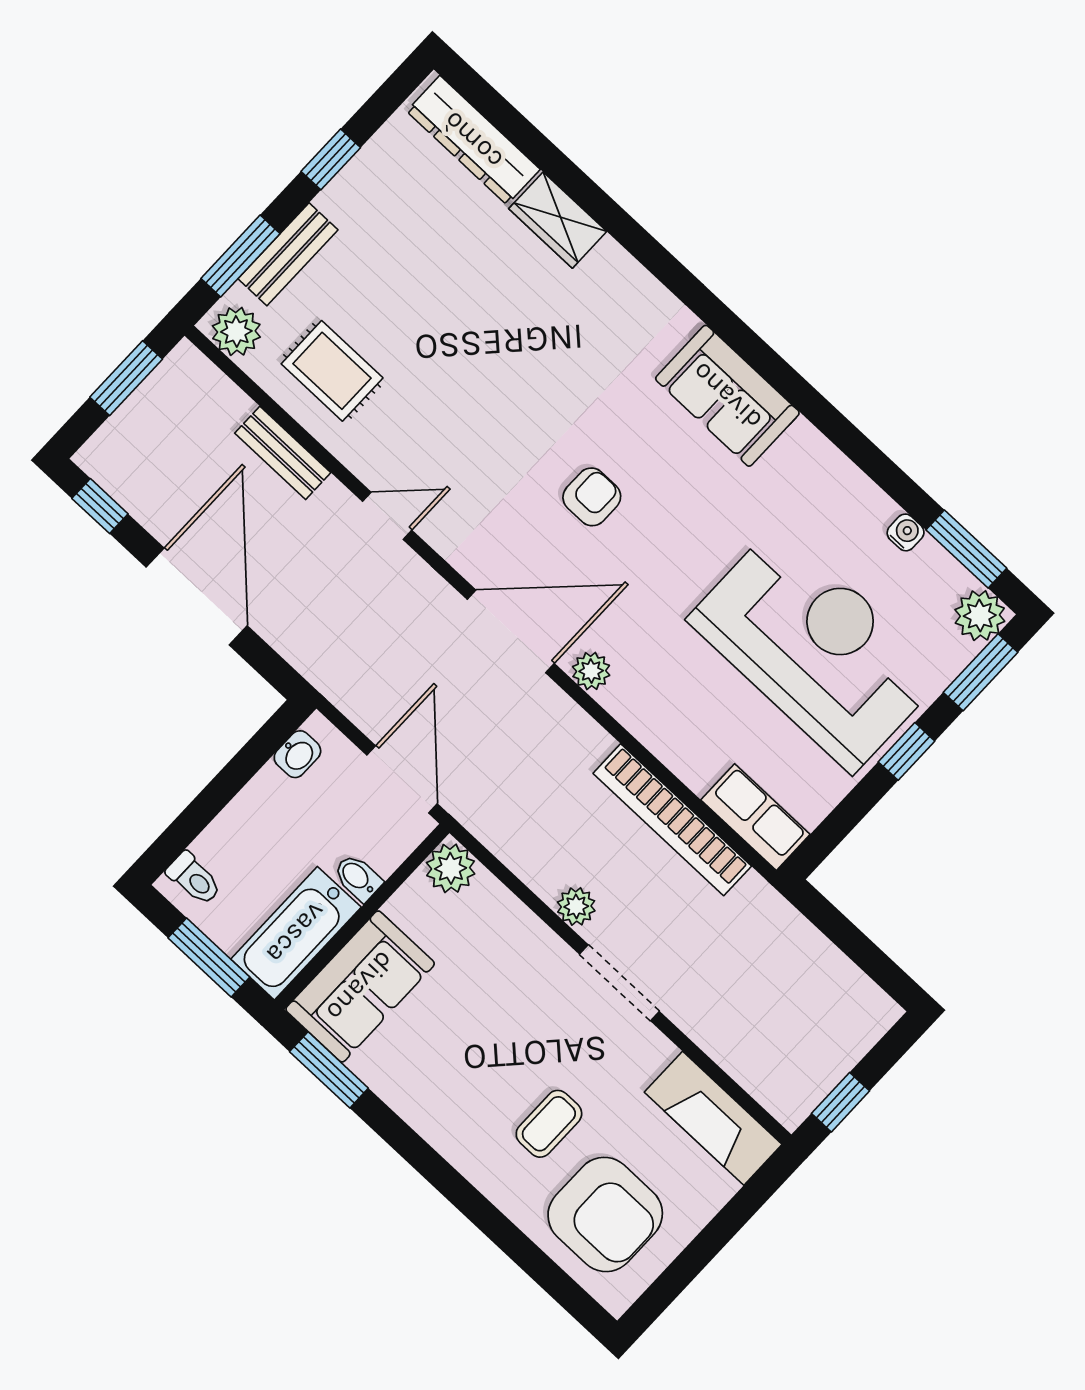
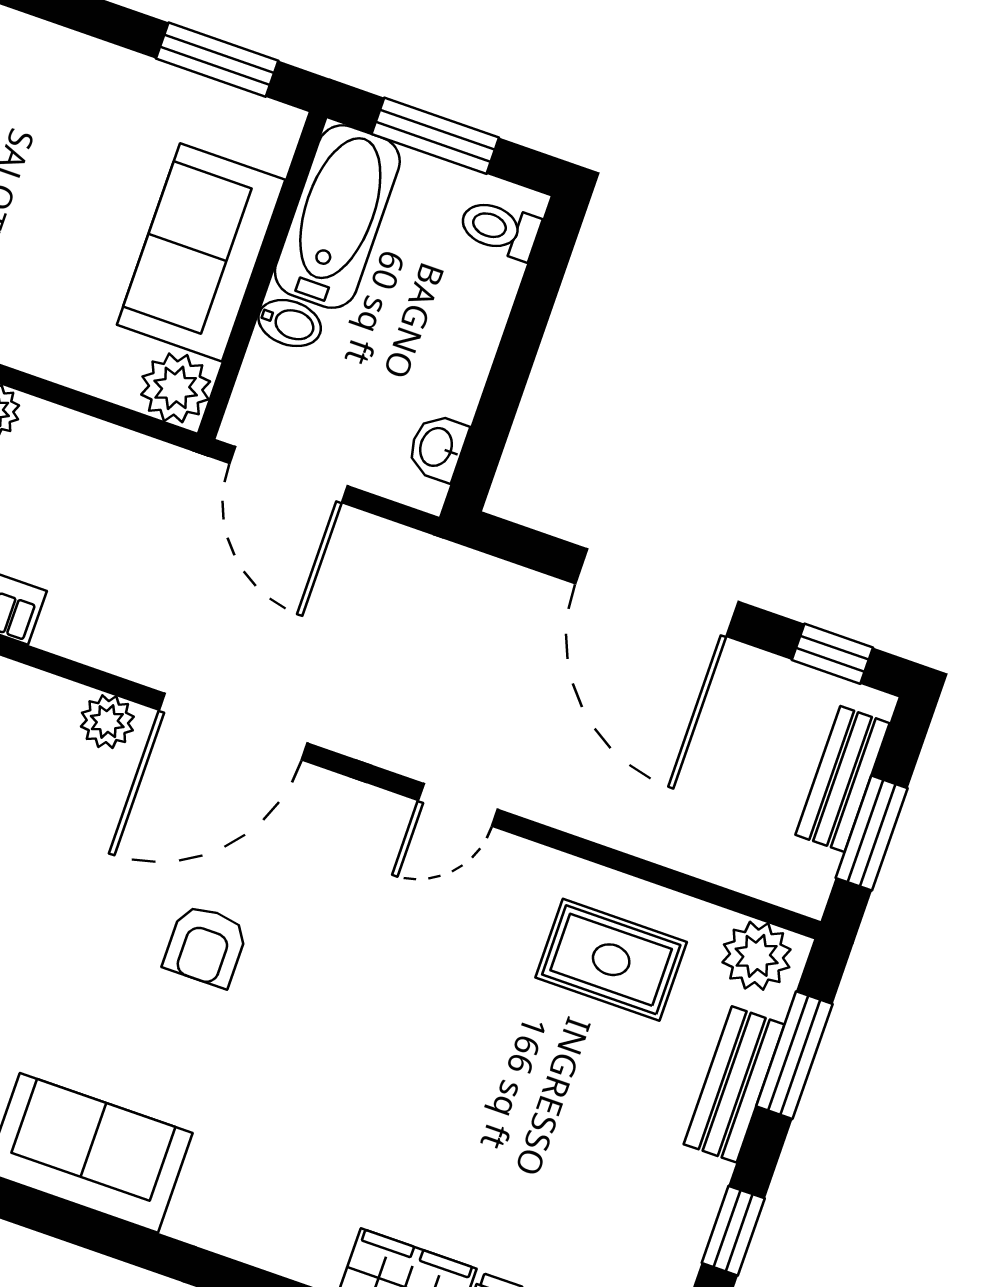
bench: (283, 453) -> (842, 779), moved, turned 90
sofa: (360, 986) -> (201, 252), moved

